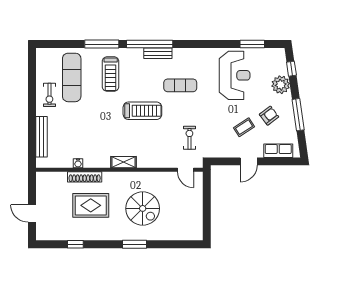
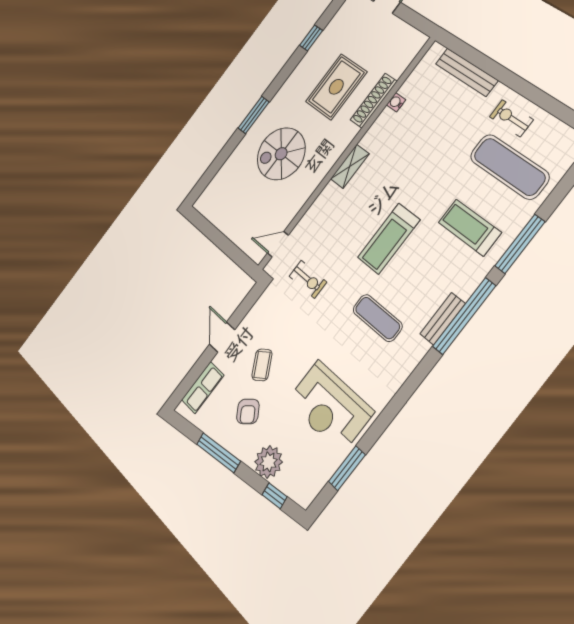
exercise mat: (180, 85) -> (378, 318), turned 90

